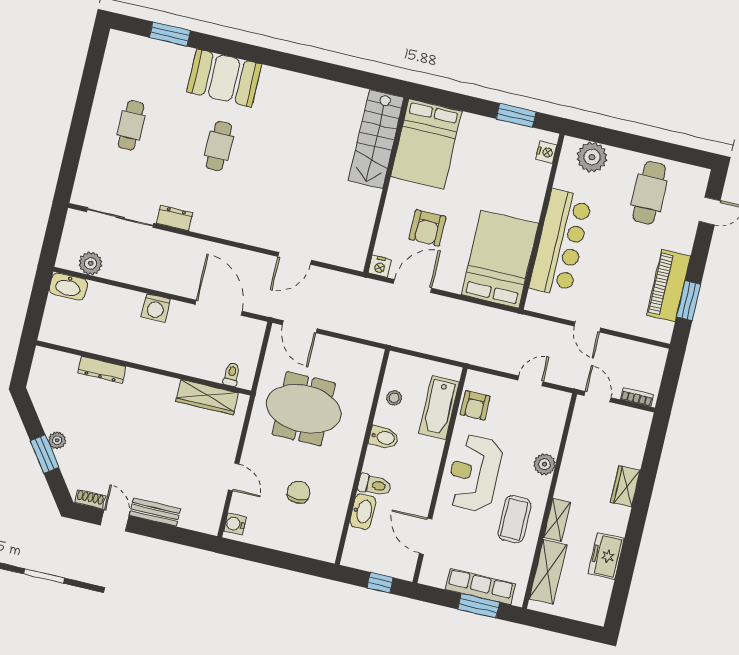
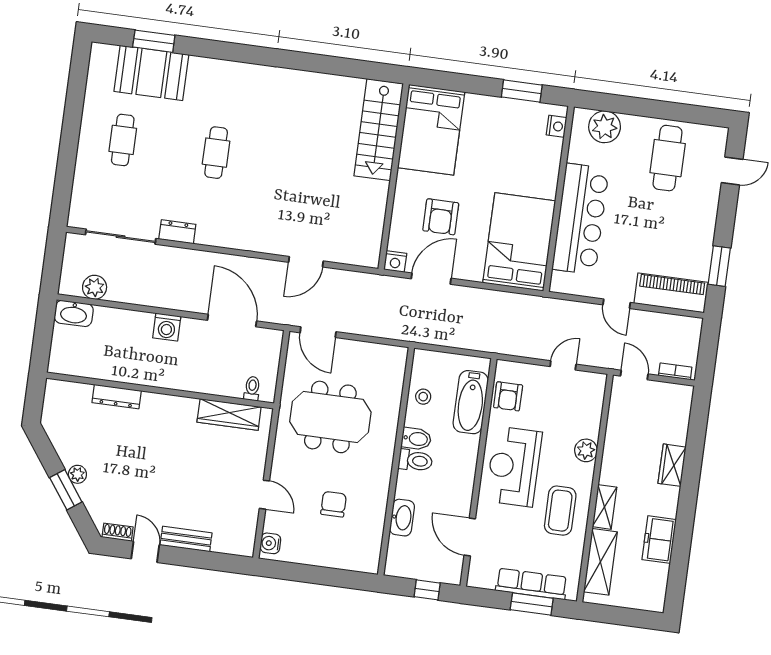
booth: (224, 78) -> (151, 73), moved
piano: (668, 286) -> (671, 293), moved, turned 90
toilet: (375, 485) -> (415, 461), moved

